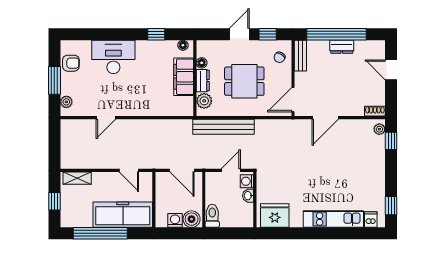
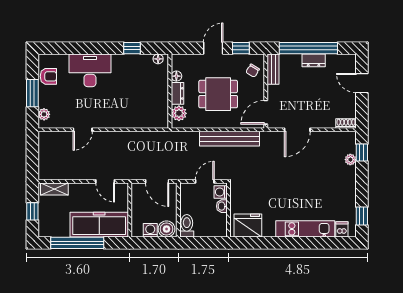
filing cabinet: (184, 77) -> (159, 90), removed
bench: (224, 127) -> (229, 139), moved
plant: (379, 129) -> (350, 160), moved

